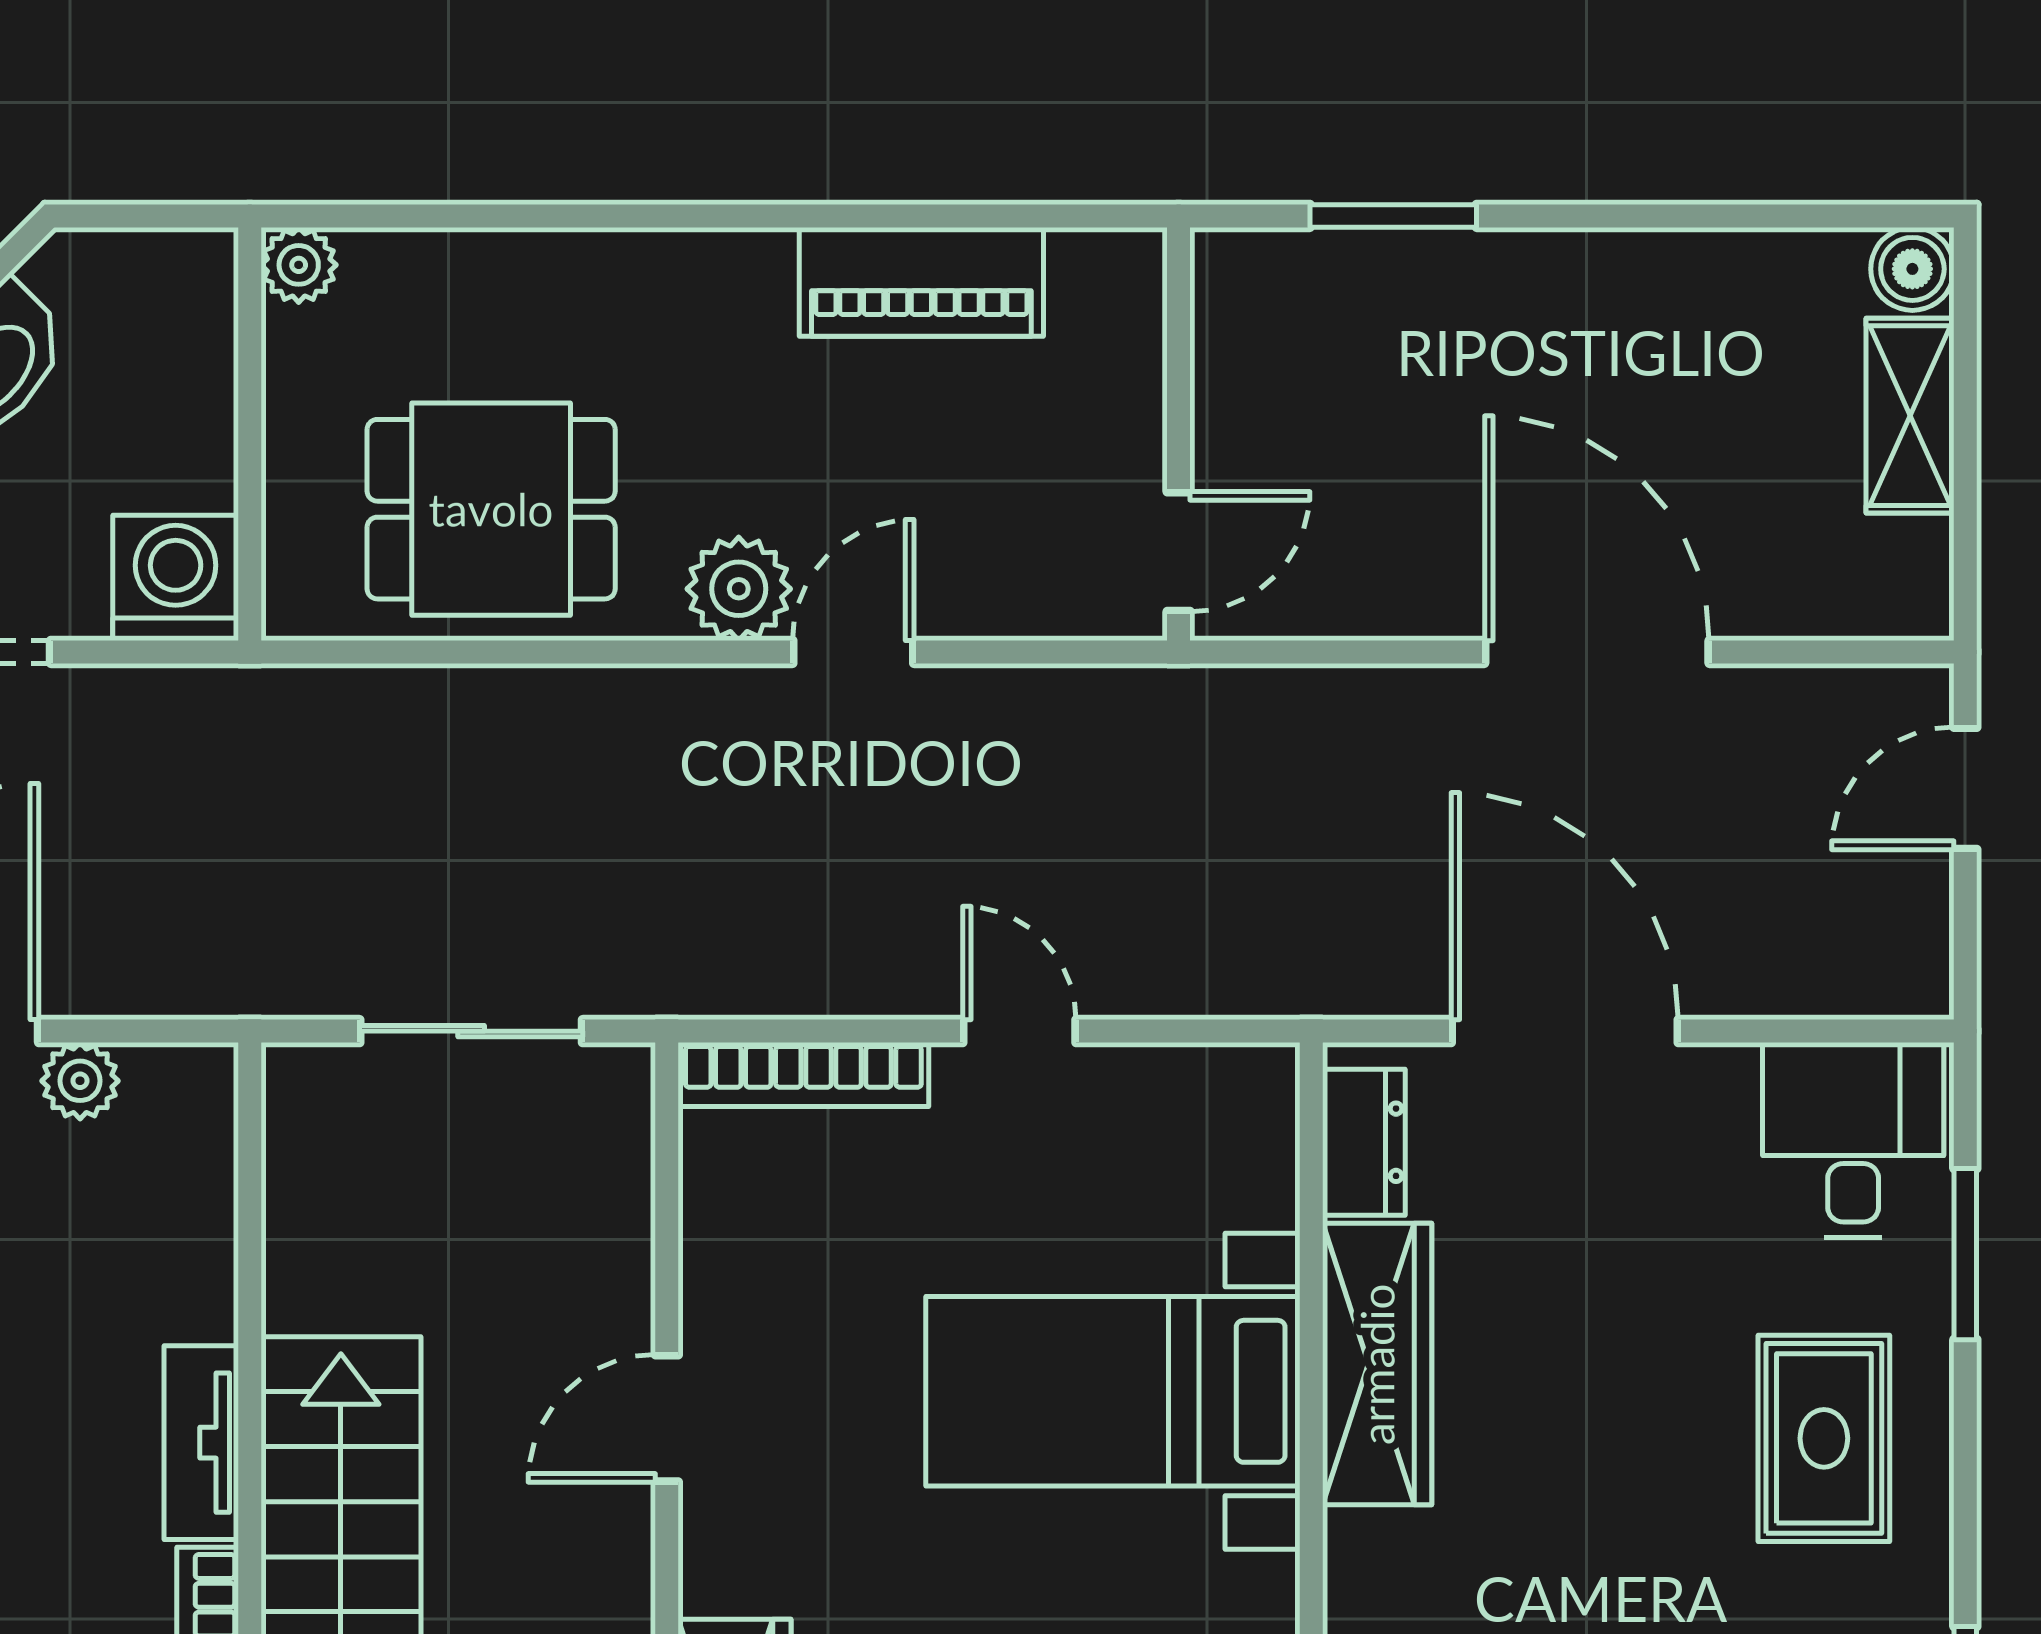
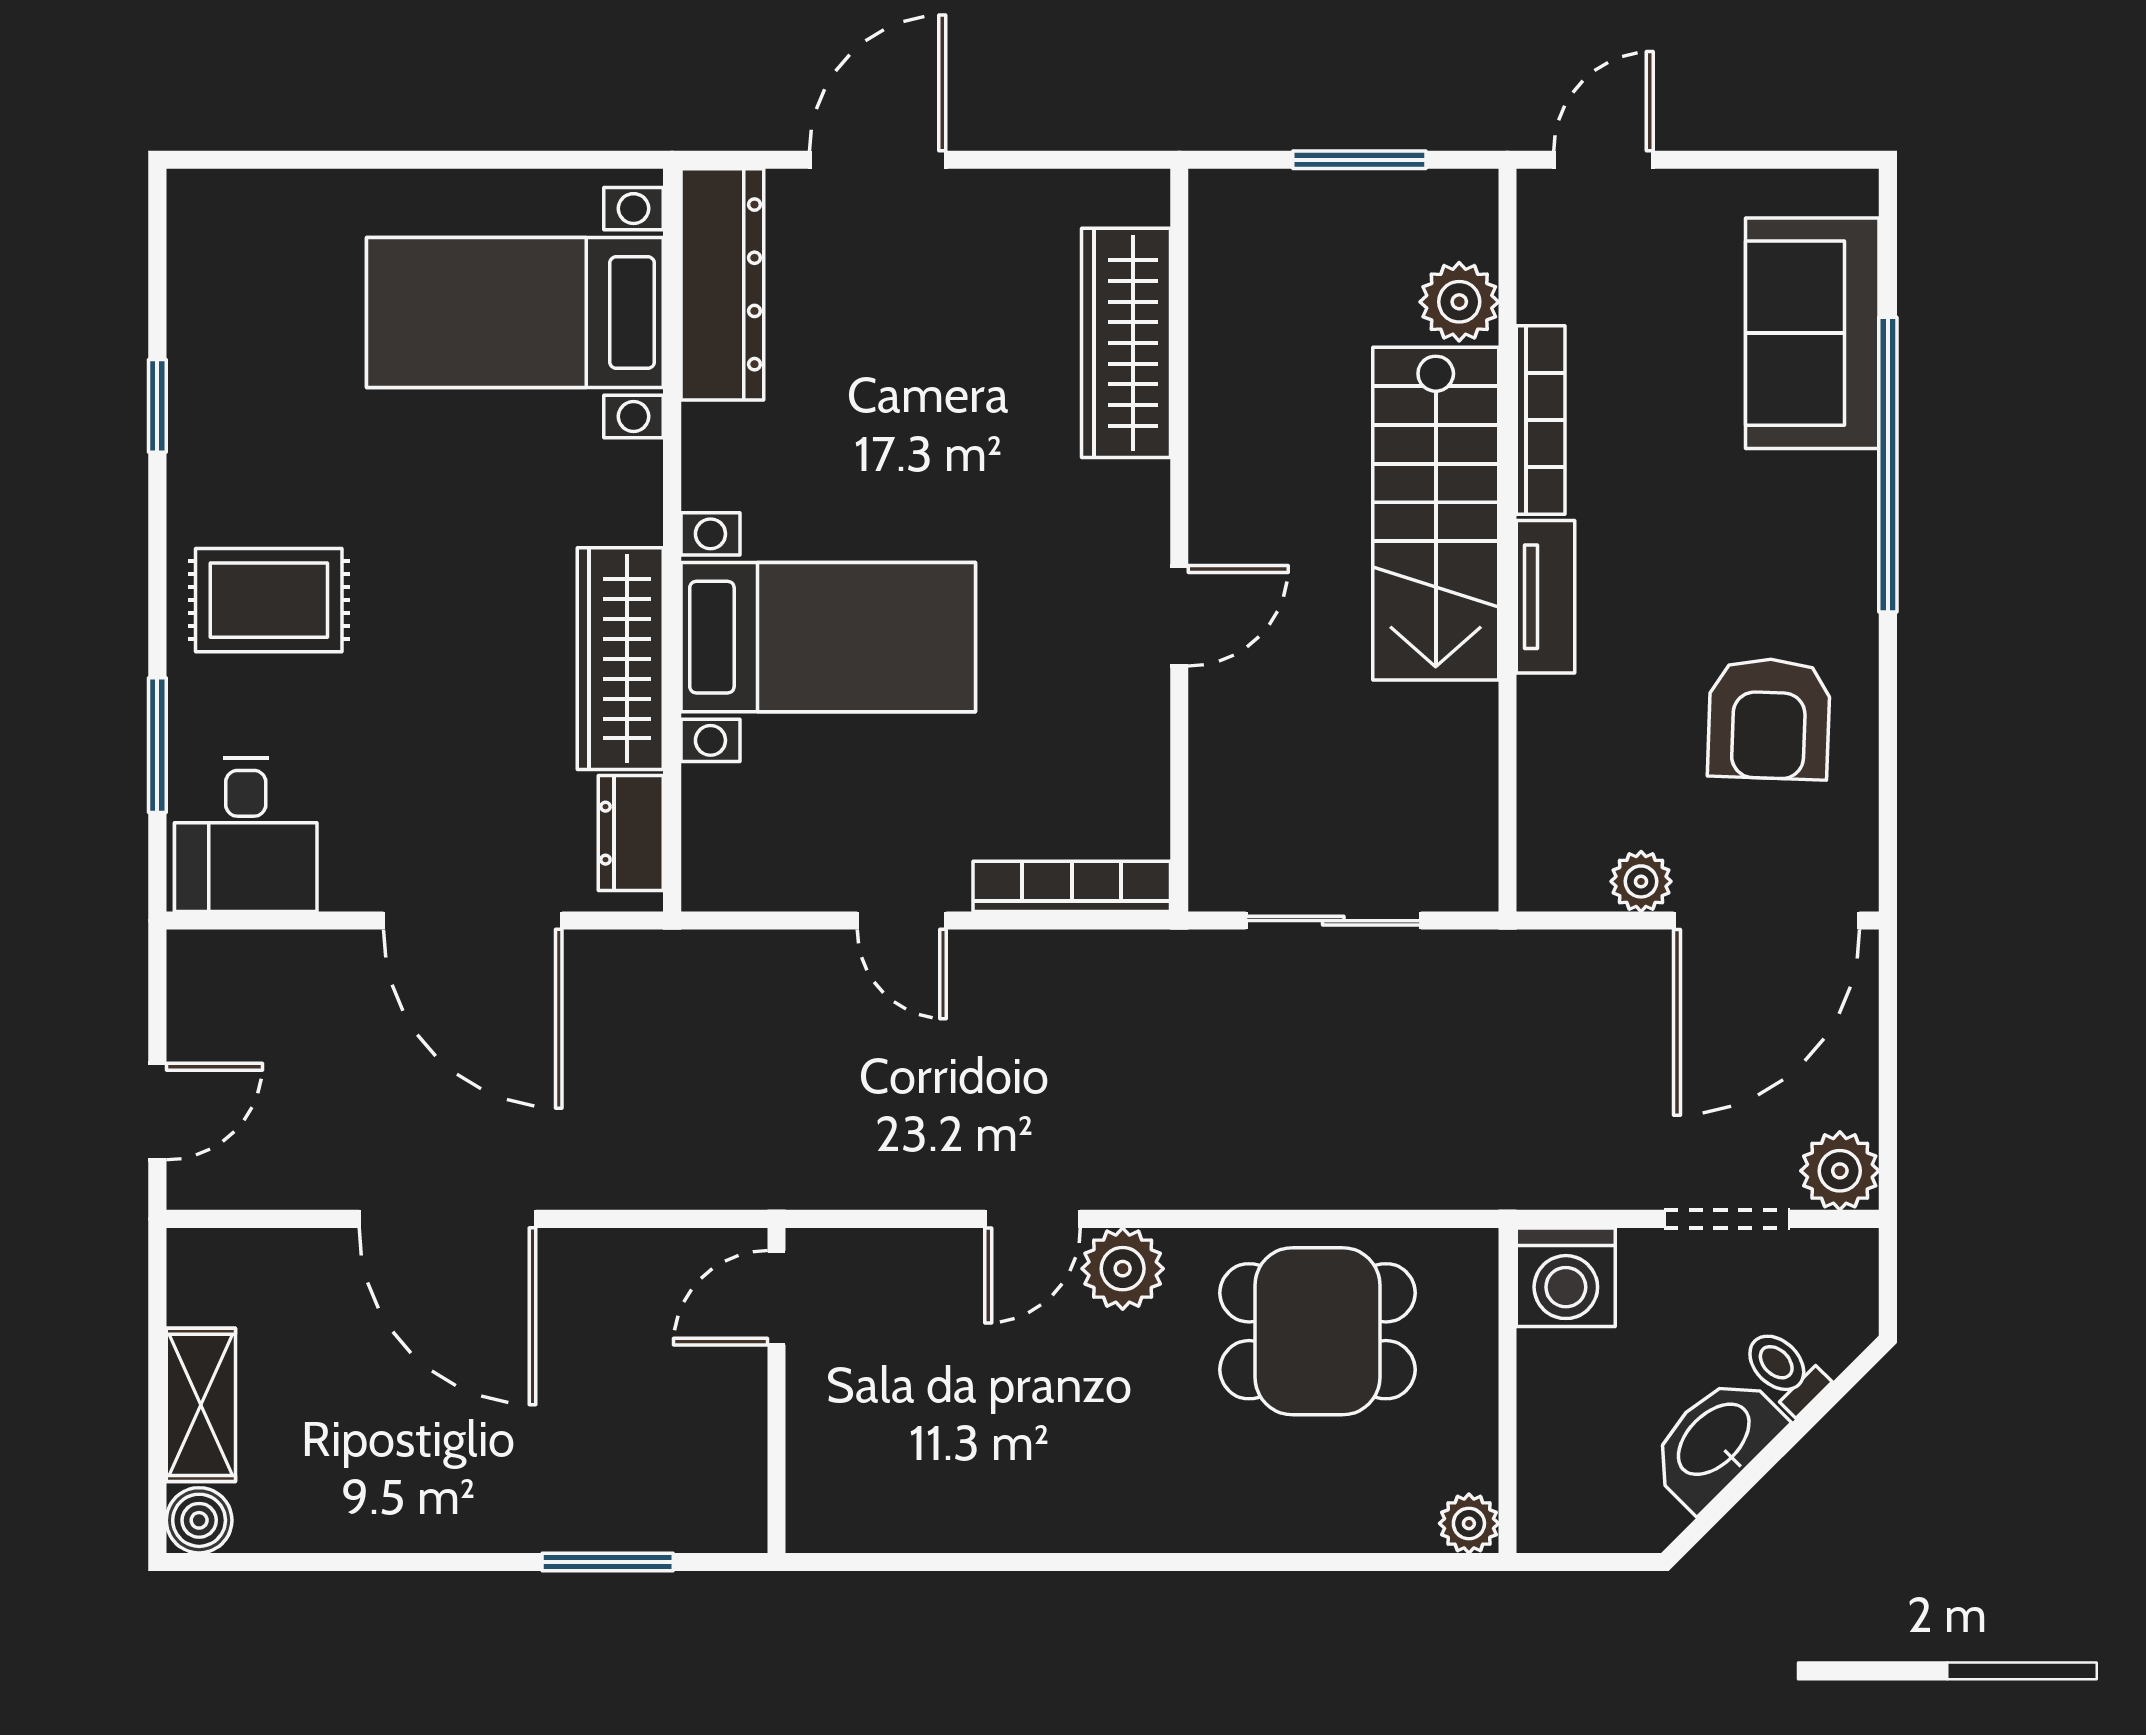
piano: (921, 282) -> (979, 1510), removed
rug: (1824, 1438) -> (269, 600), turned 90

